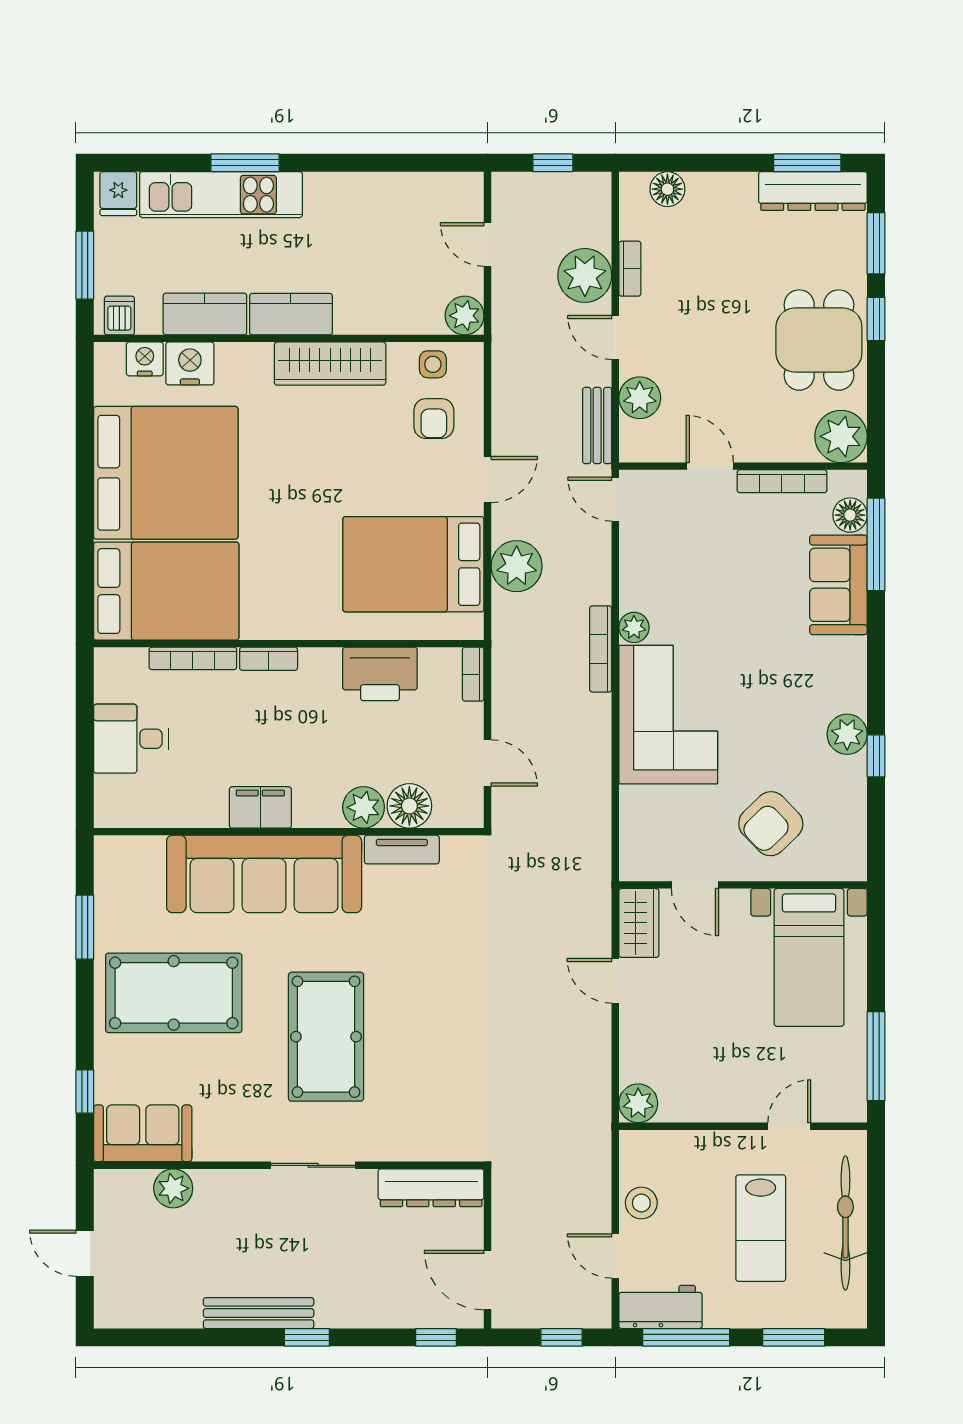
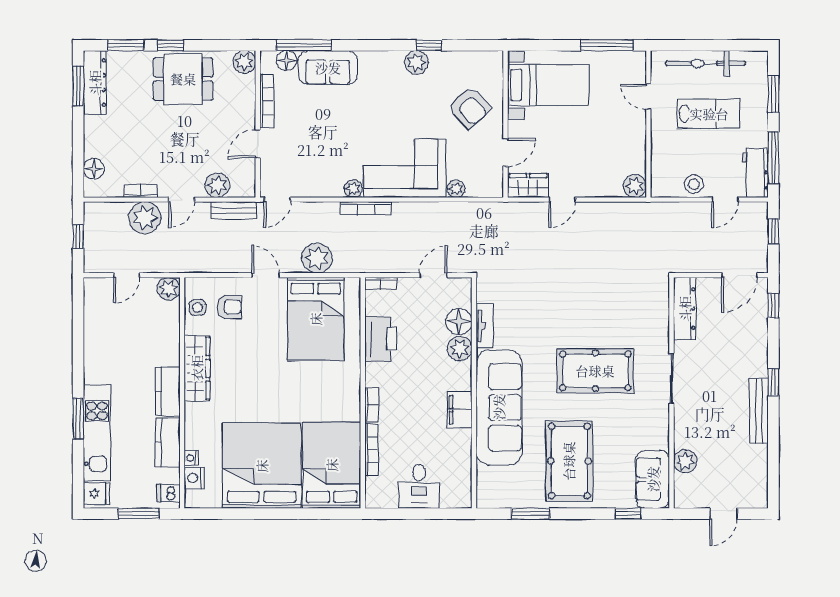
nightstand: (190, 363) -> (191, 458), width x0.53, depth x0.56
plant: (841, 436) -> (244, 62), width x0.73, depth x0.73
plant: (633, 801) -> (456, 189), added

